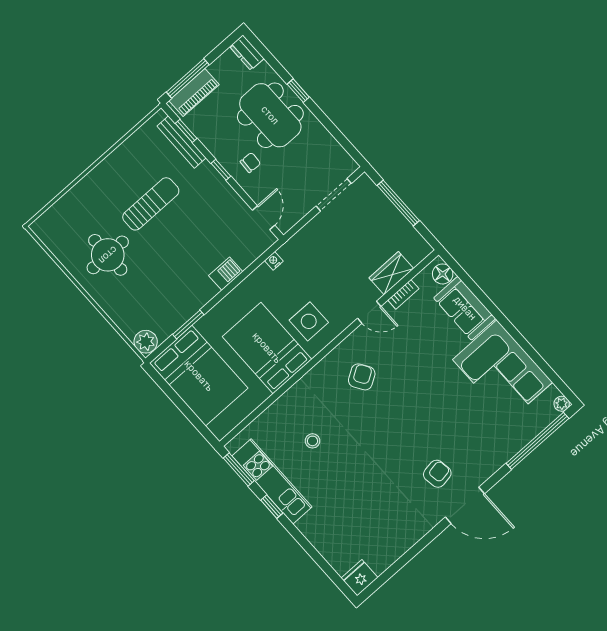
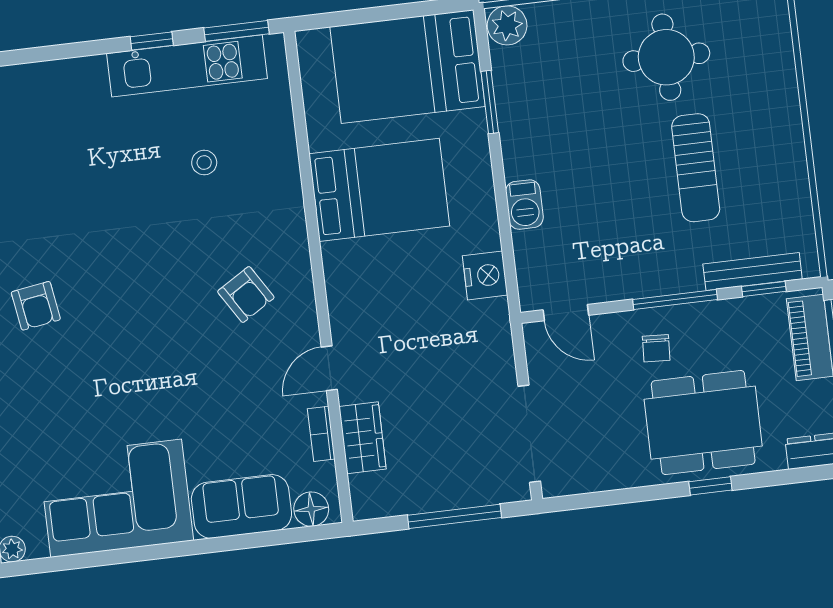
window: (221, 170) -> (675, 300), width x2.17
doorway: (334, 195) -> (529, 434), width x1.36
nightstand: (274, 261) -> (485, 275), width x1.89, depth x1.79
side table: (309, 321) -> (376, 275), removed

